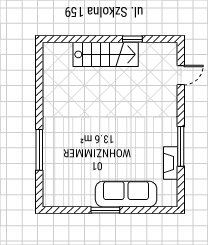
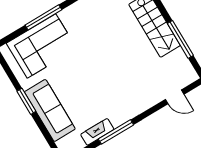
window: (132, 39) -> (180, 39), width x2.17
corner sofa: (64, 167) -> (42, 46), added

